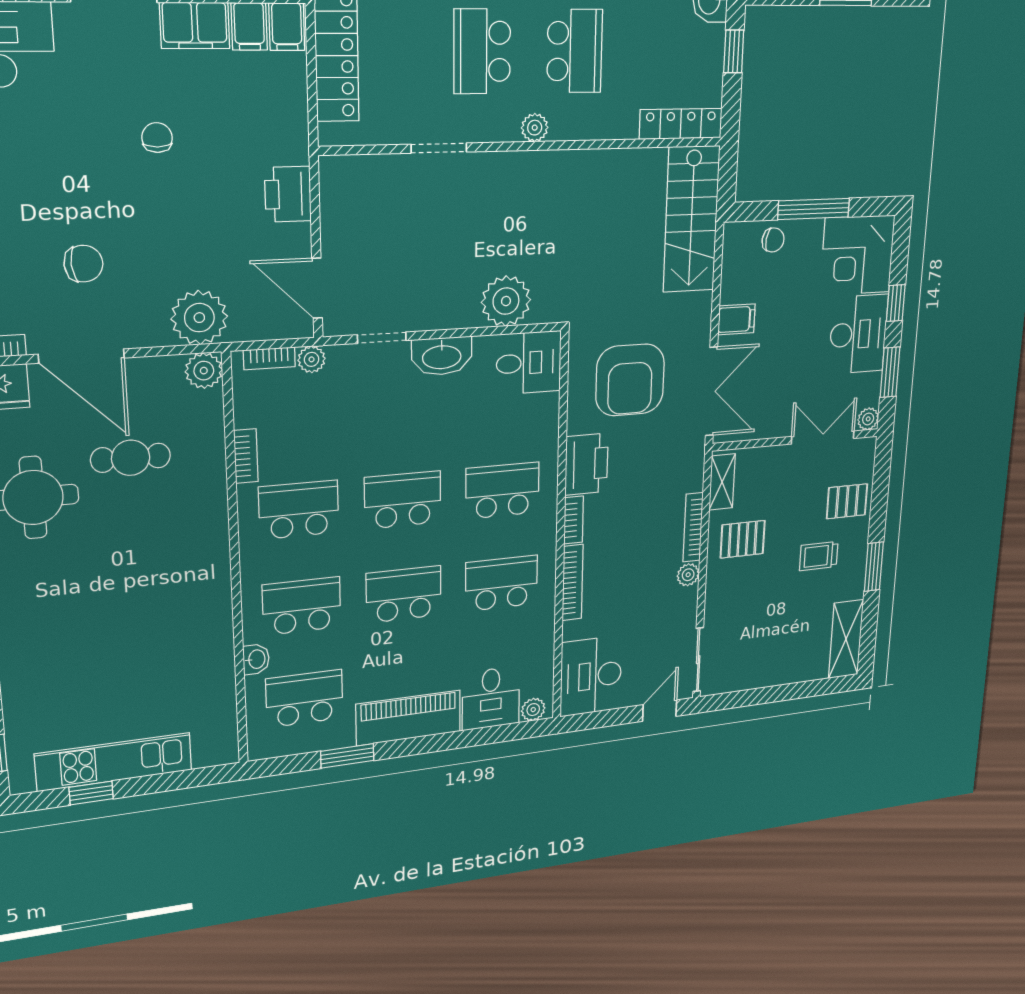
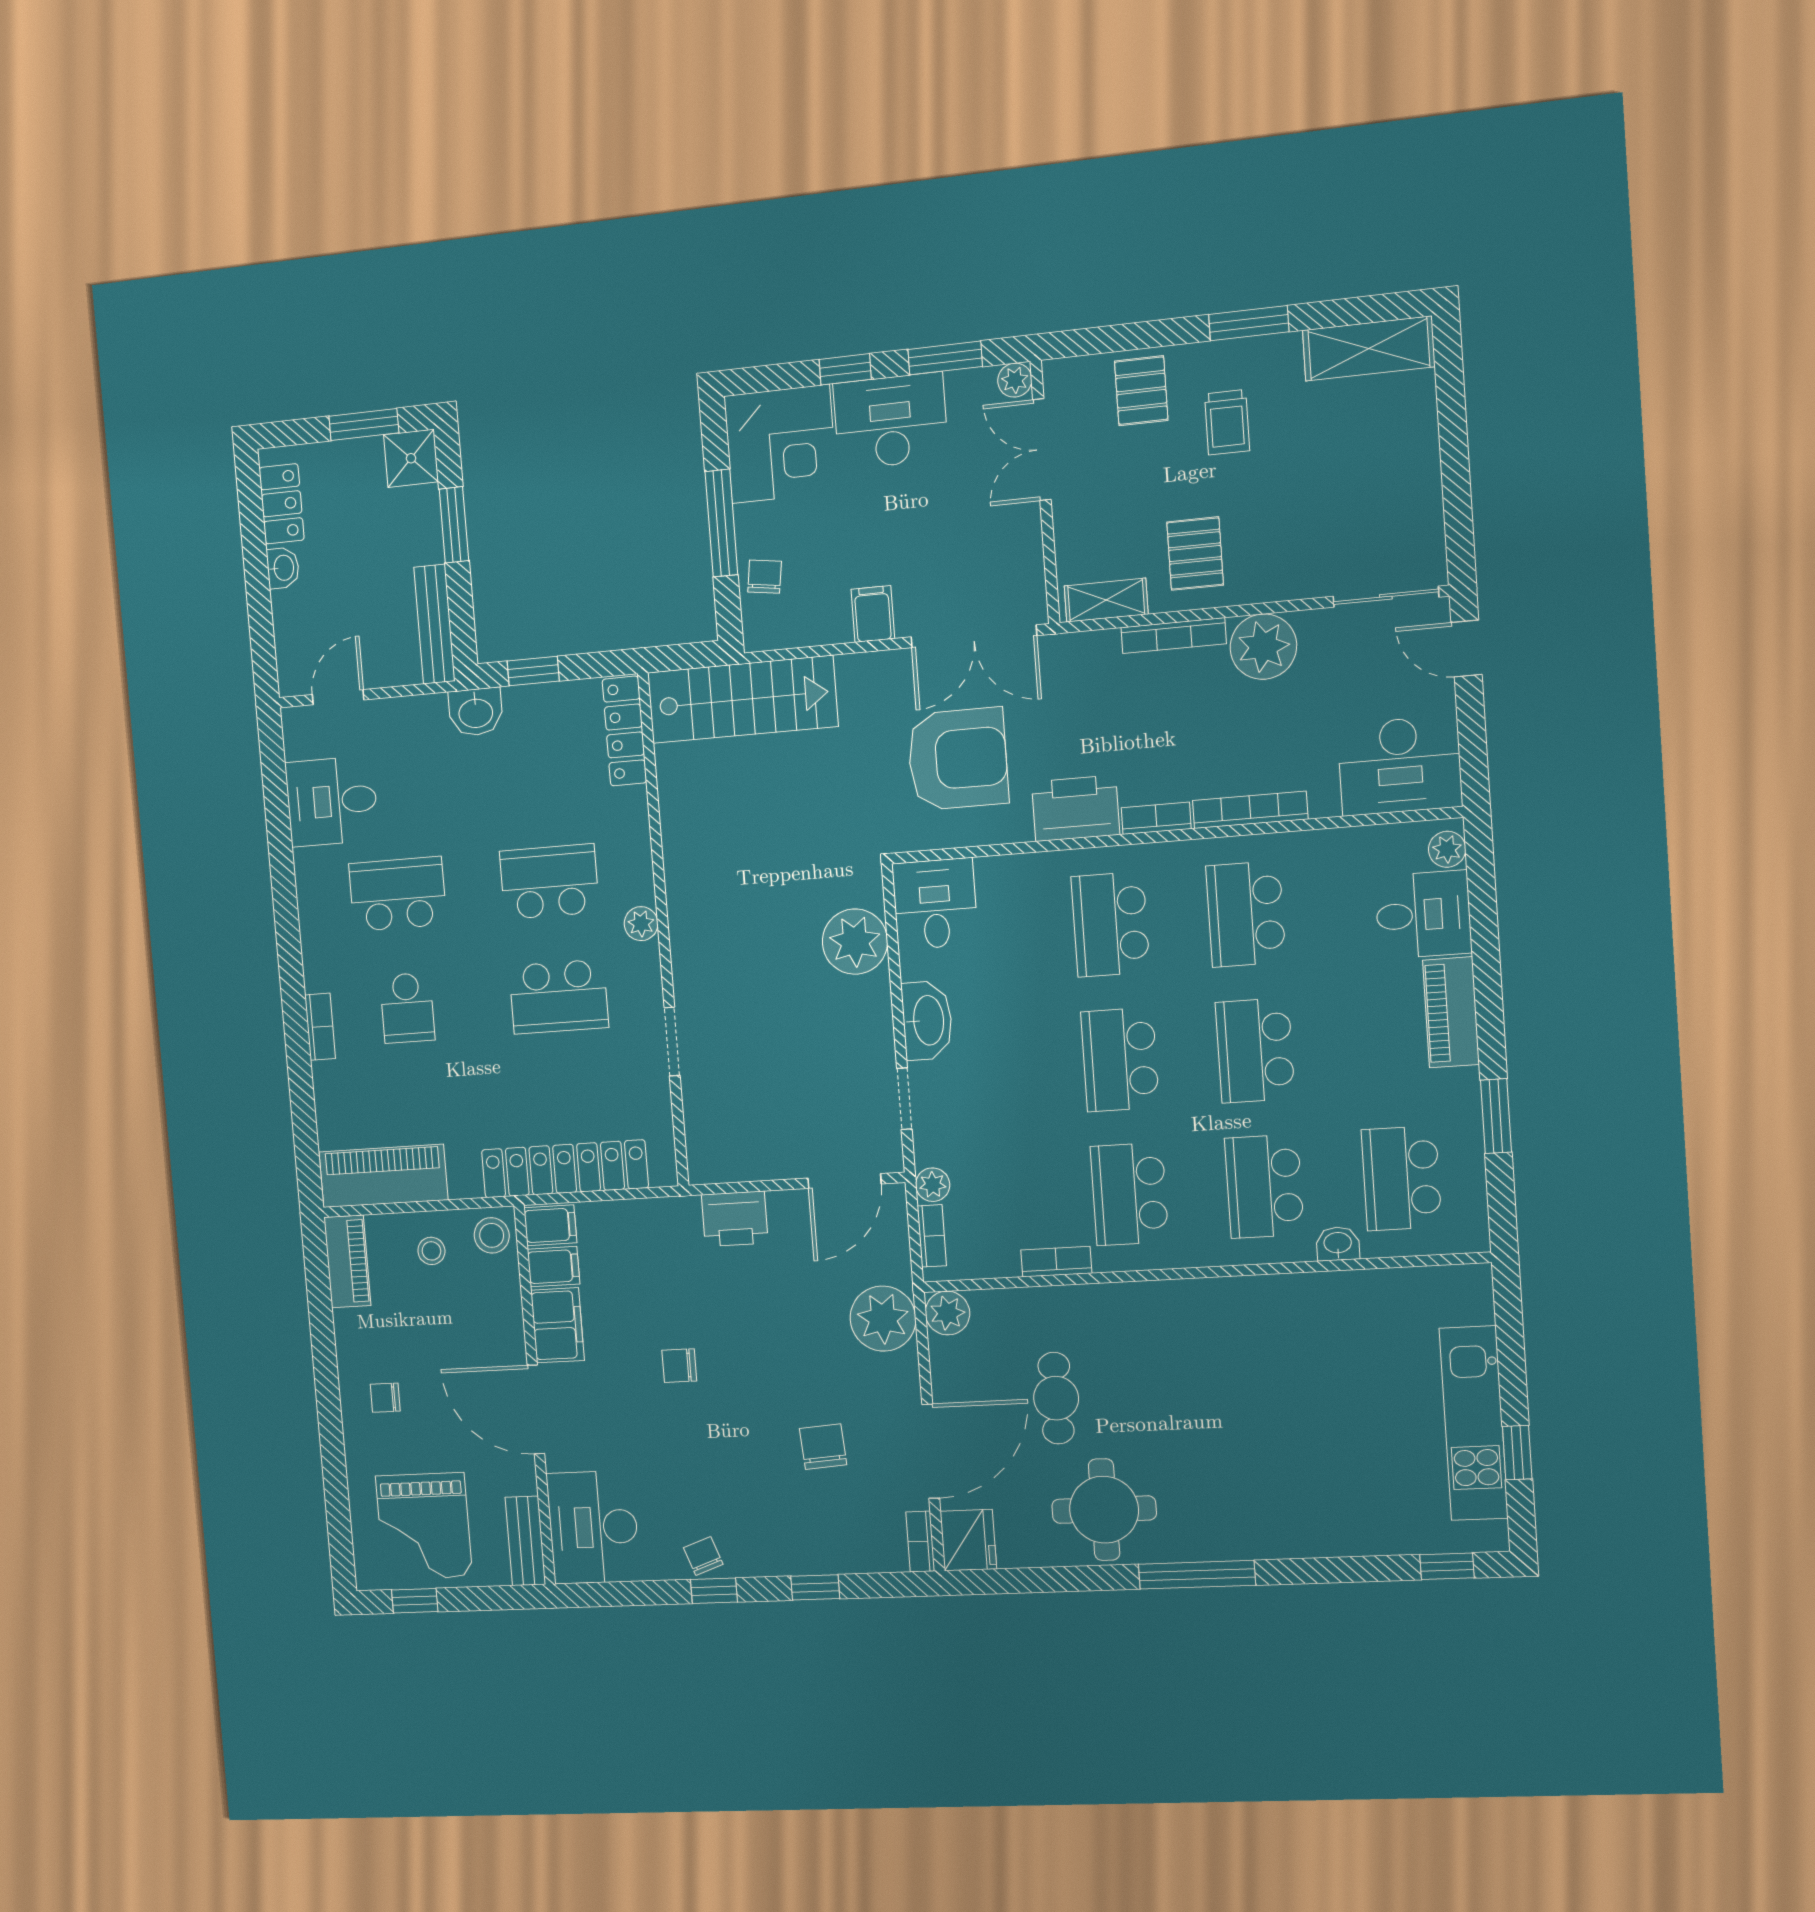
double door: (711, 392) -> (974, 636), swing flipped
plant: (688, 575) -> (1263, 647), width x1.88, depth x1.88
piano: (409, 718) -> (1451, 1012), width x0.73, depth x0.75

